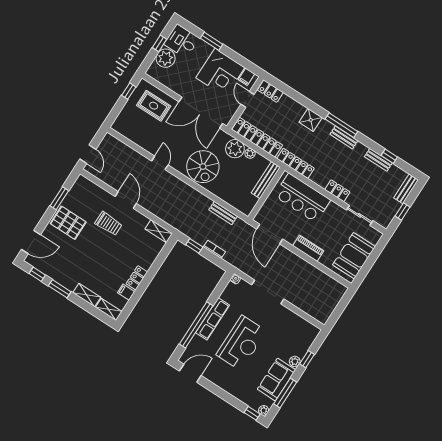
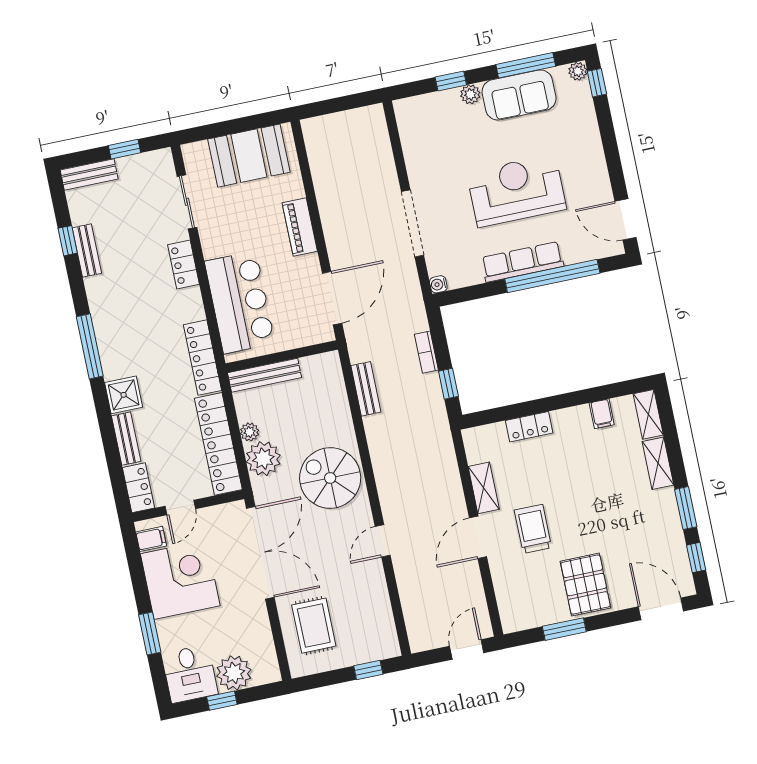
window: (129, 91) -> (368, 670), moved
bench: (344, 137) -> (126, 439), moved
spiral stairs: (203, 167) -> (330, 478), turned -90
shelving: (159, 231) -> (484, 488), moved
locker: (137, 278) -> (529, 427), moved

